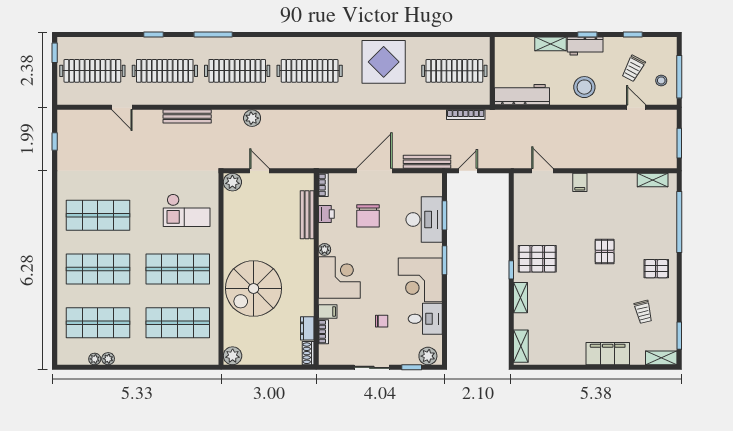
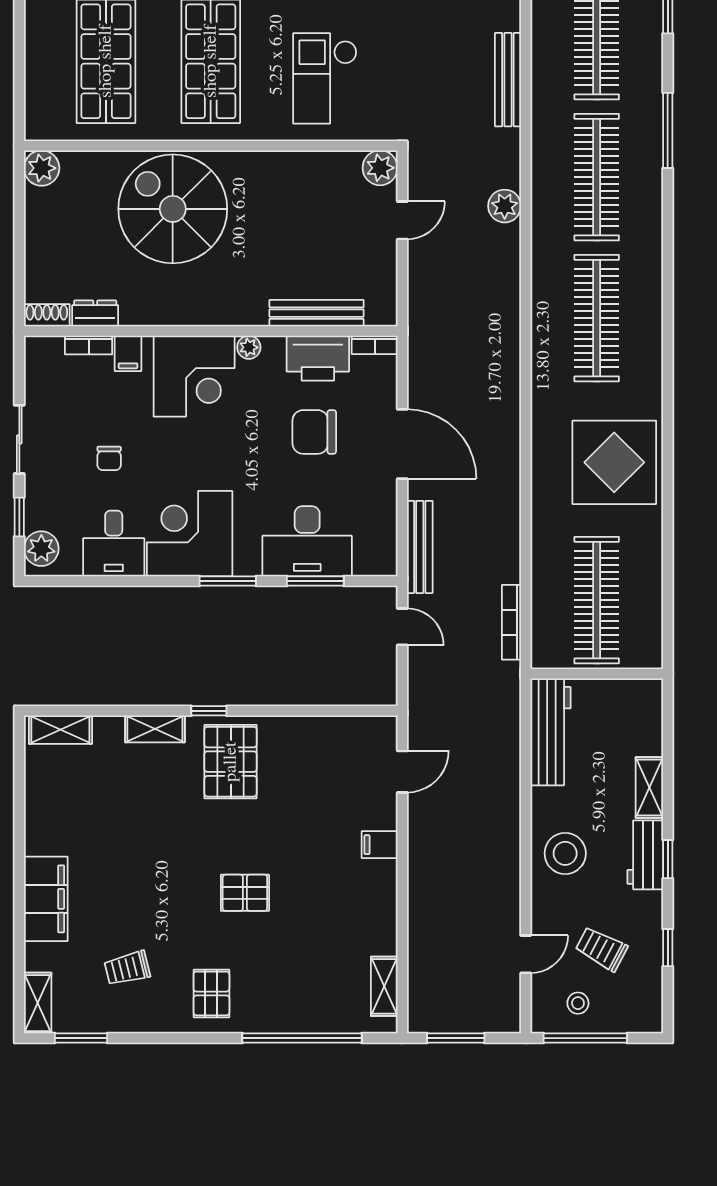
printer: (326, 214) -> (318, 358), width x1.87, depth x1.48

